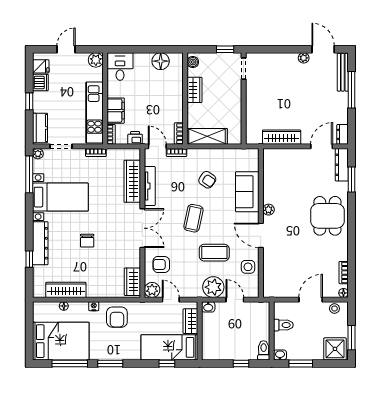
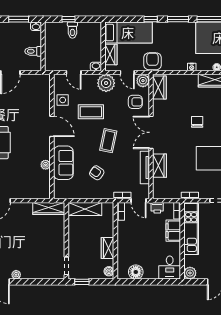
shelving: (207, 136) -> (85, 209), moved
wardrobe: (282, 137) -> (49, 208), moved
wardrobe: (132, 181) -> (160, 166), width x0.67
plant: (268, 210) -> (46, 165), moved
plant: (213, 287) -> (106, 83), moved
armchair: (117, 317) -> (153, 61), moved
toilet: (264, 350) -> (72, 30), moved
window: (167, 363) -> (151, 19), moved

